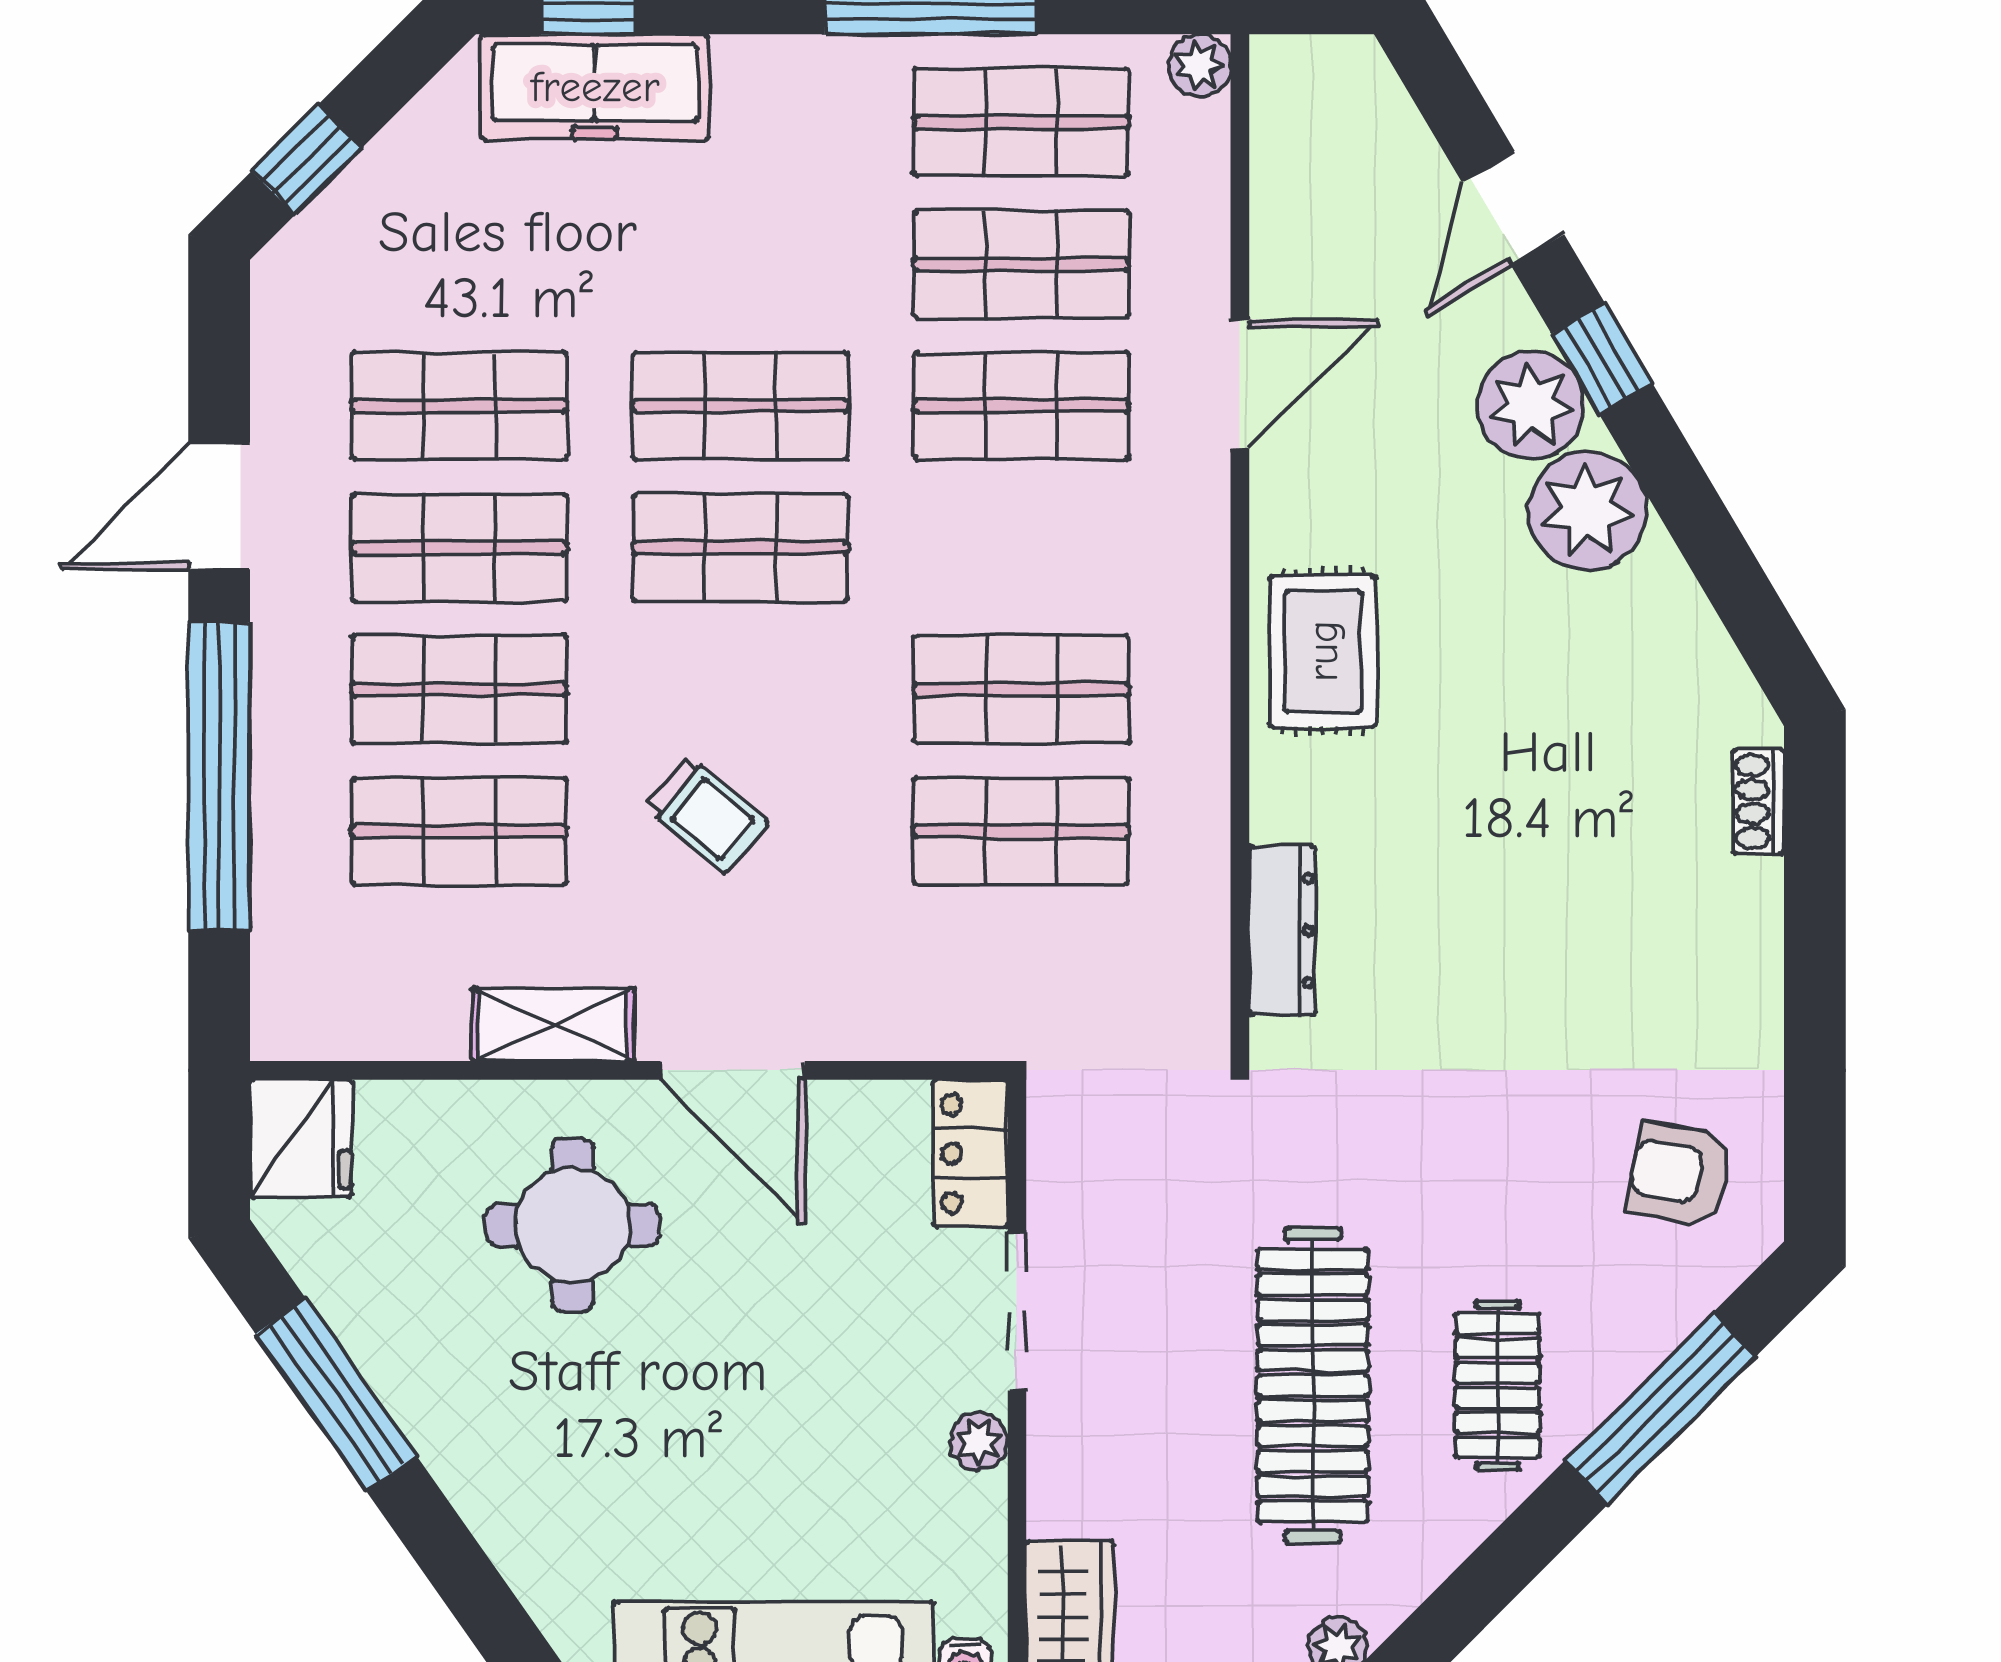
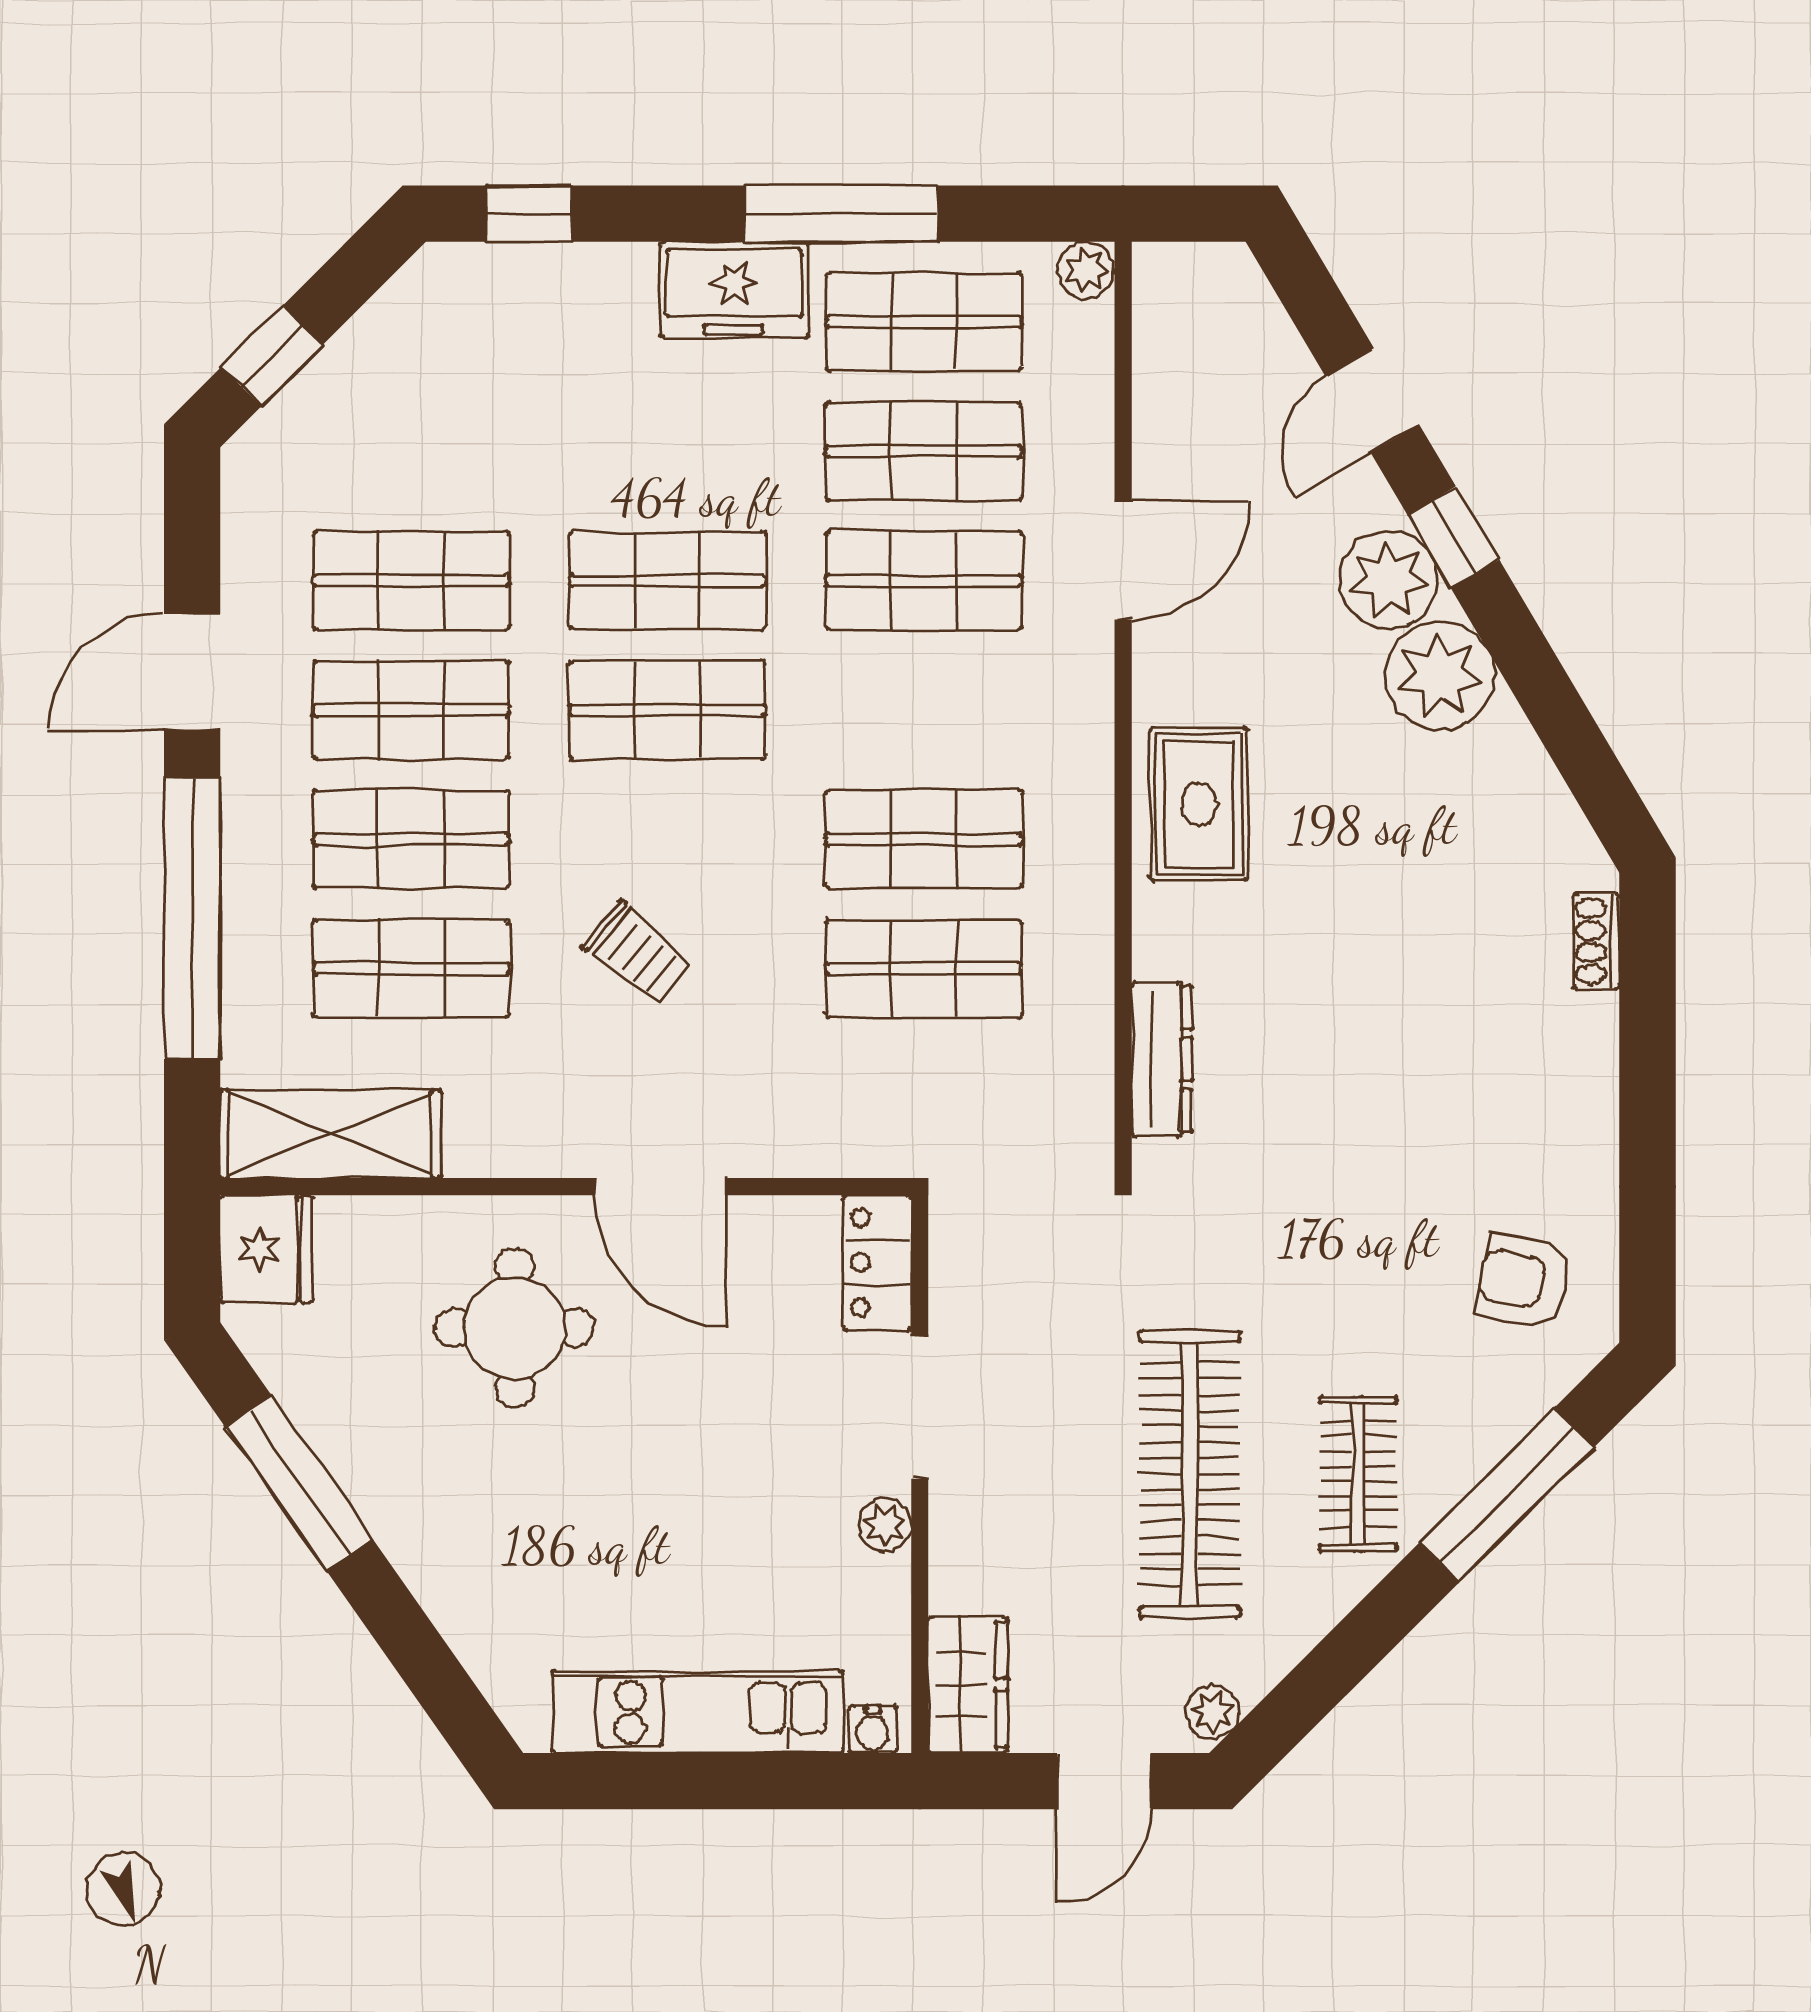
freezer: (595, 87) -> (734, 290), moved, width x0.71
shelving: (553, 1025) -> (331, 1134), moved, width x1.50, depth x1.33

